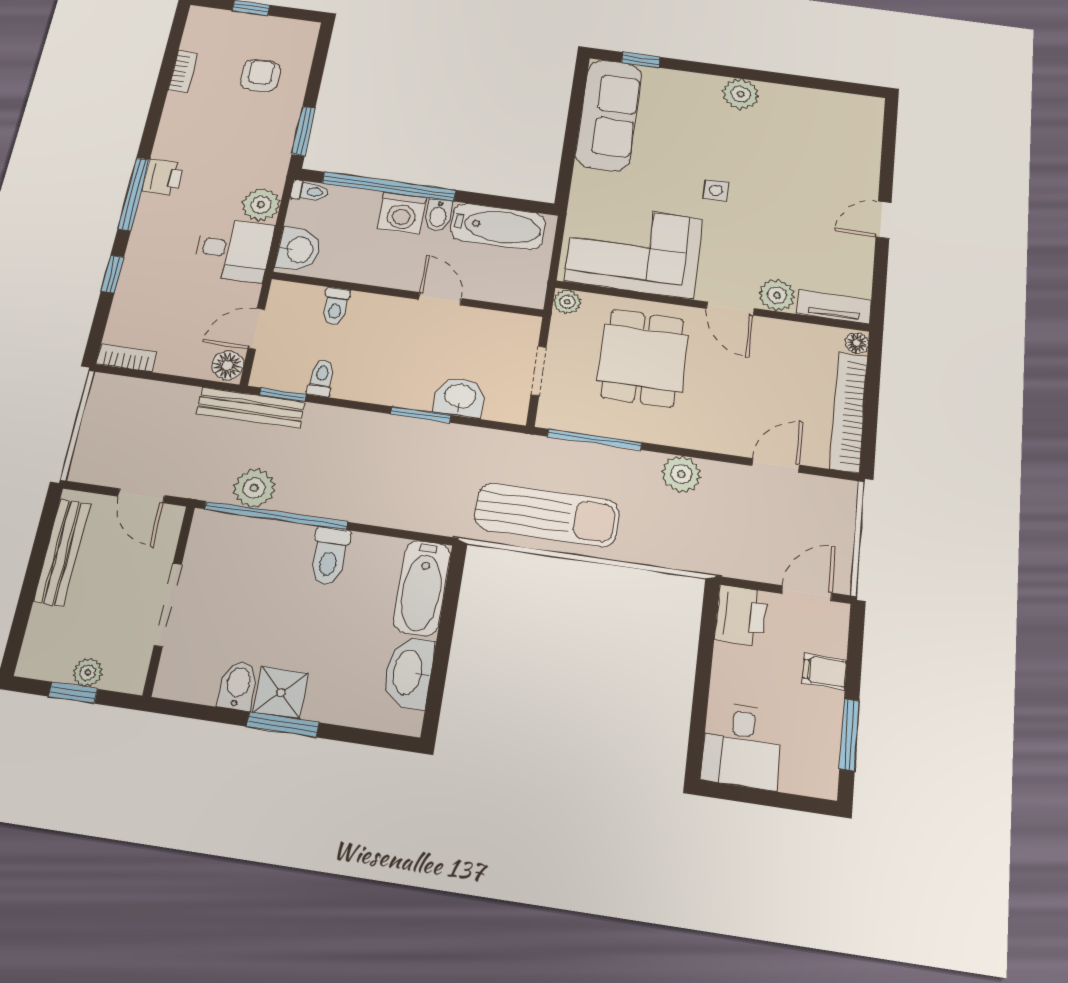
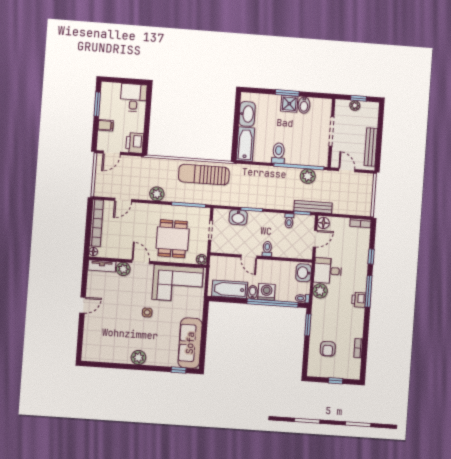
toilet: (336, 306) -> (267, 249), moved

